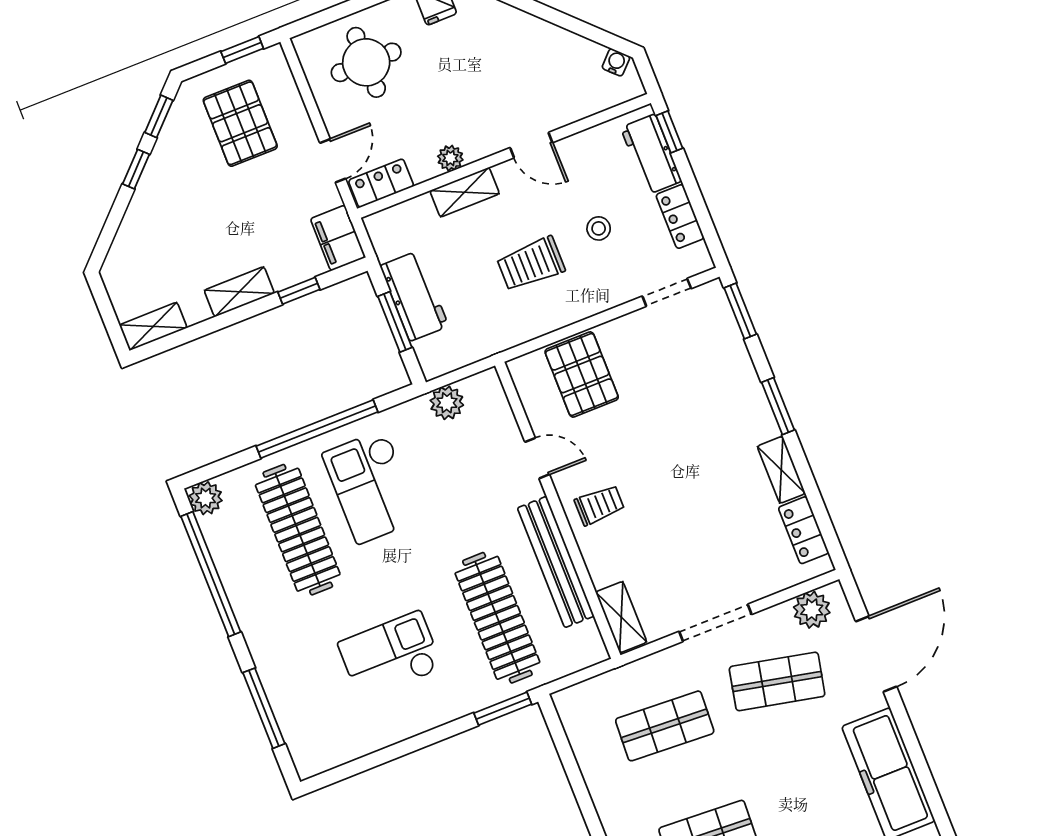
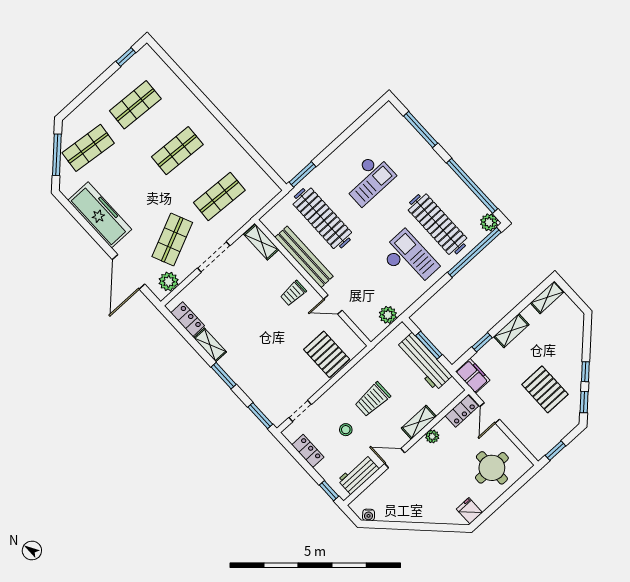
pallet: (240, 123) -> (545, 389), moved
workbench: (651, 154) -> (358, 475), moved, turned -90
trolley: (531, 264) -> (373, 399), turned 180
workbench: (414, 296) -> (424, 362), width x1.38
window: (317, 429) -> (474, 252), moved
shop shelf: (777, 681) -> (172, 240), turned -36

